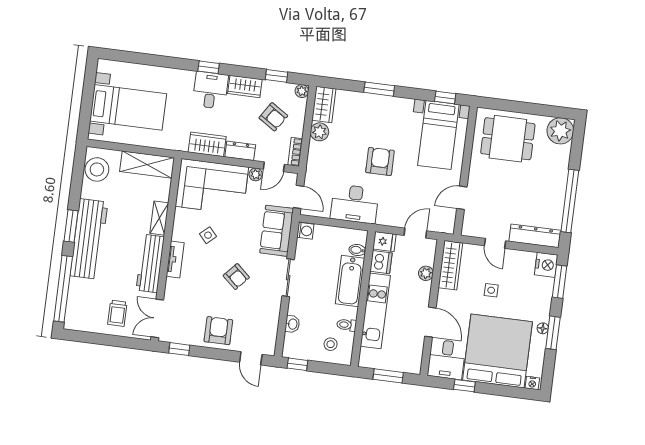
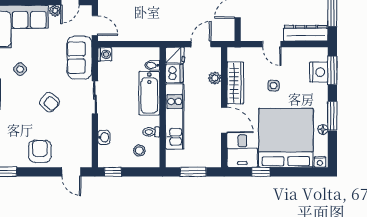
desk: (355, 204) -> (145, 25), removed
wardrobe: (450, 265) -> (235, 83), moved
nightstand: (546, 265) -> (319, 72), moved
floor lamp: (543, 328) -> (323, 129), moved

